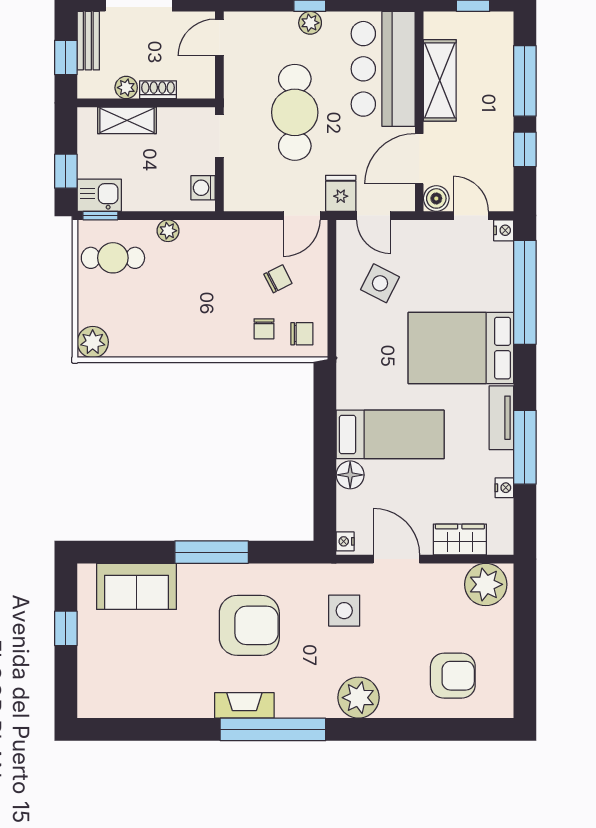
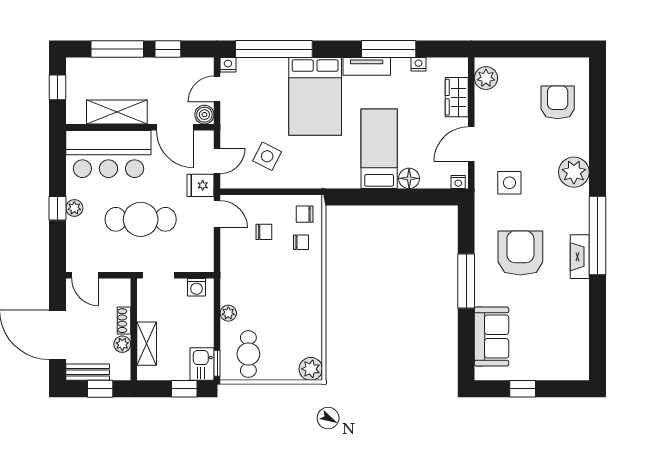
chair: (278, 279) -> (264, 232), turned 117
chair: (302, 334) -> (305, 214), turned -90
plant: (486, 584) -> (486, 78), width x0.73, depth x0.73

